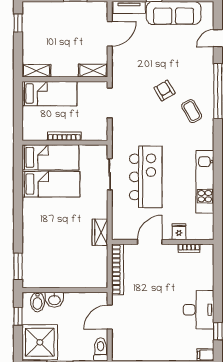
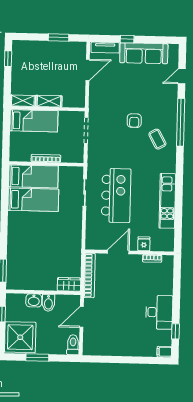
shelving: (93, 71) -> (49, 101), moved
armchair: (165, 91) -> (134, 121), turned -150
wardrobe: (100, 232) -> (69, 284), moved, turned 90
bidet: (38, 302) -> (48, 303), moved

